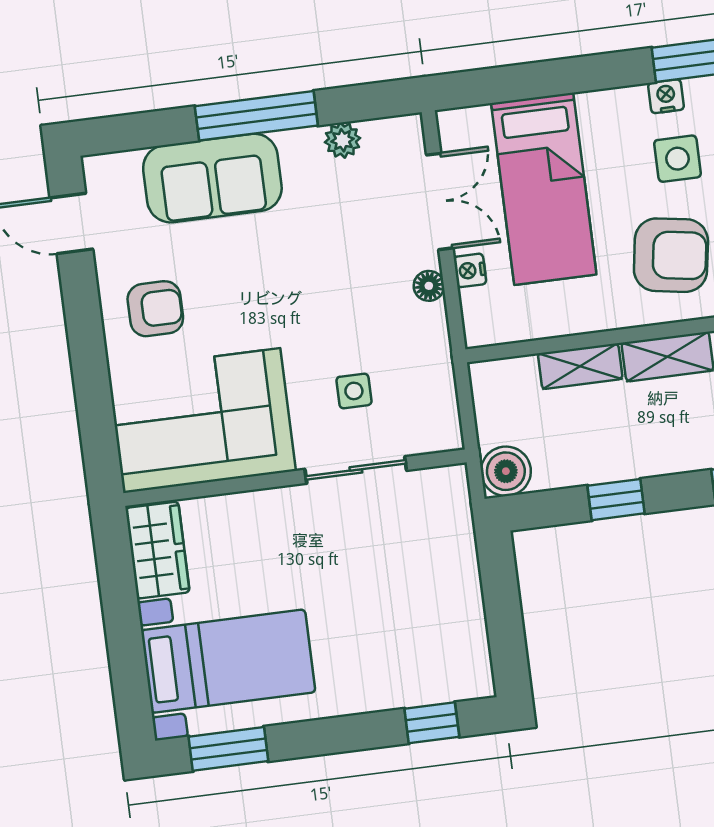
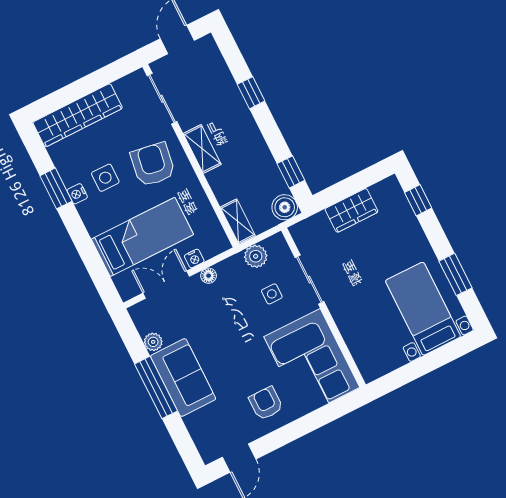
sofa: (212, 178) -> (183, 377), moved
shelving: (580, 366) -> (238, 221), moved
plant: (434, 386) -> (256, 256), added
window: (616, 500) -> (291, 172), moved
wardrobe: (157, 550) -> (351, 210), moved, turned 180
window: (228, 749) -> (455, 274), moved

